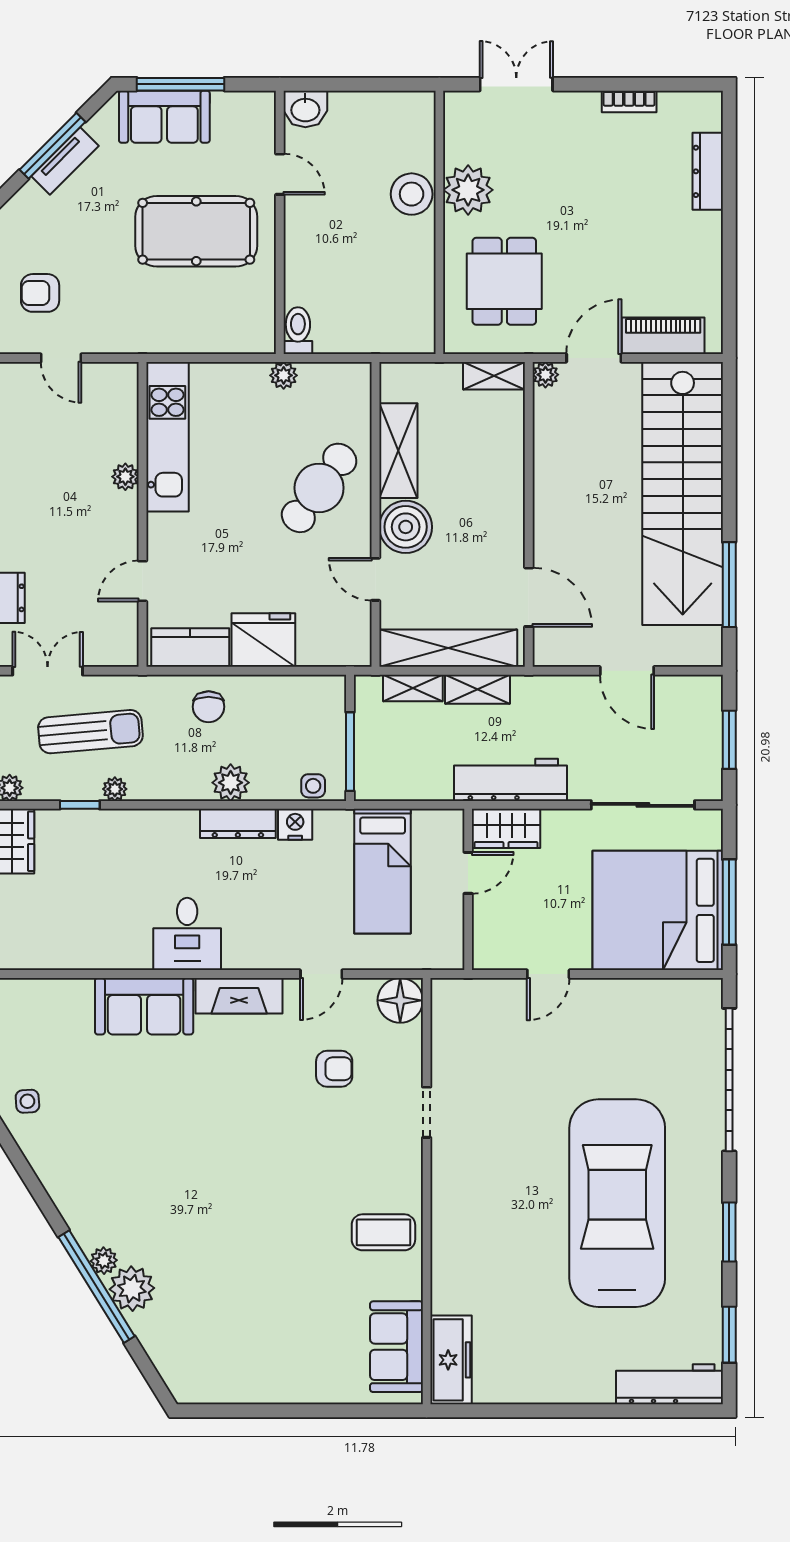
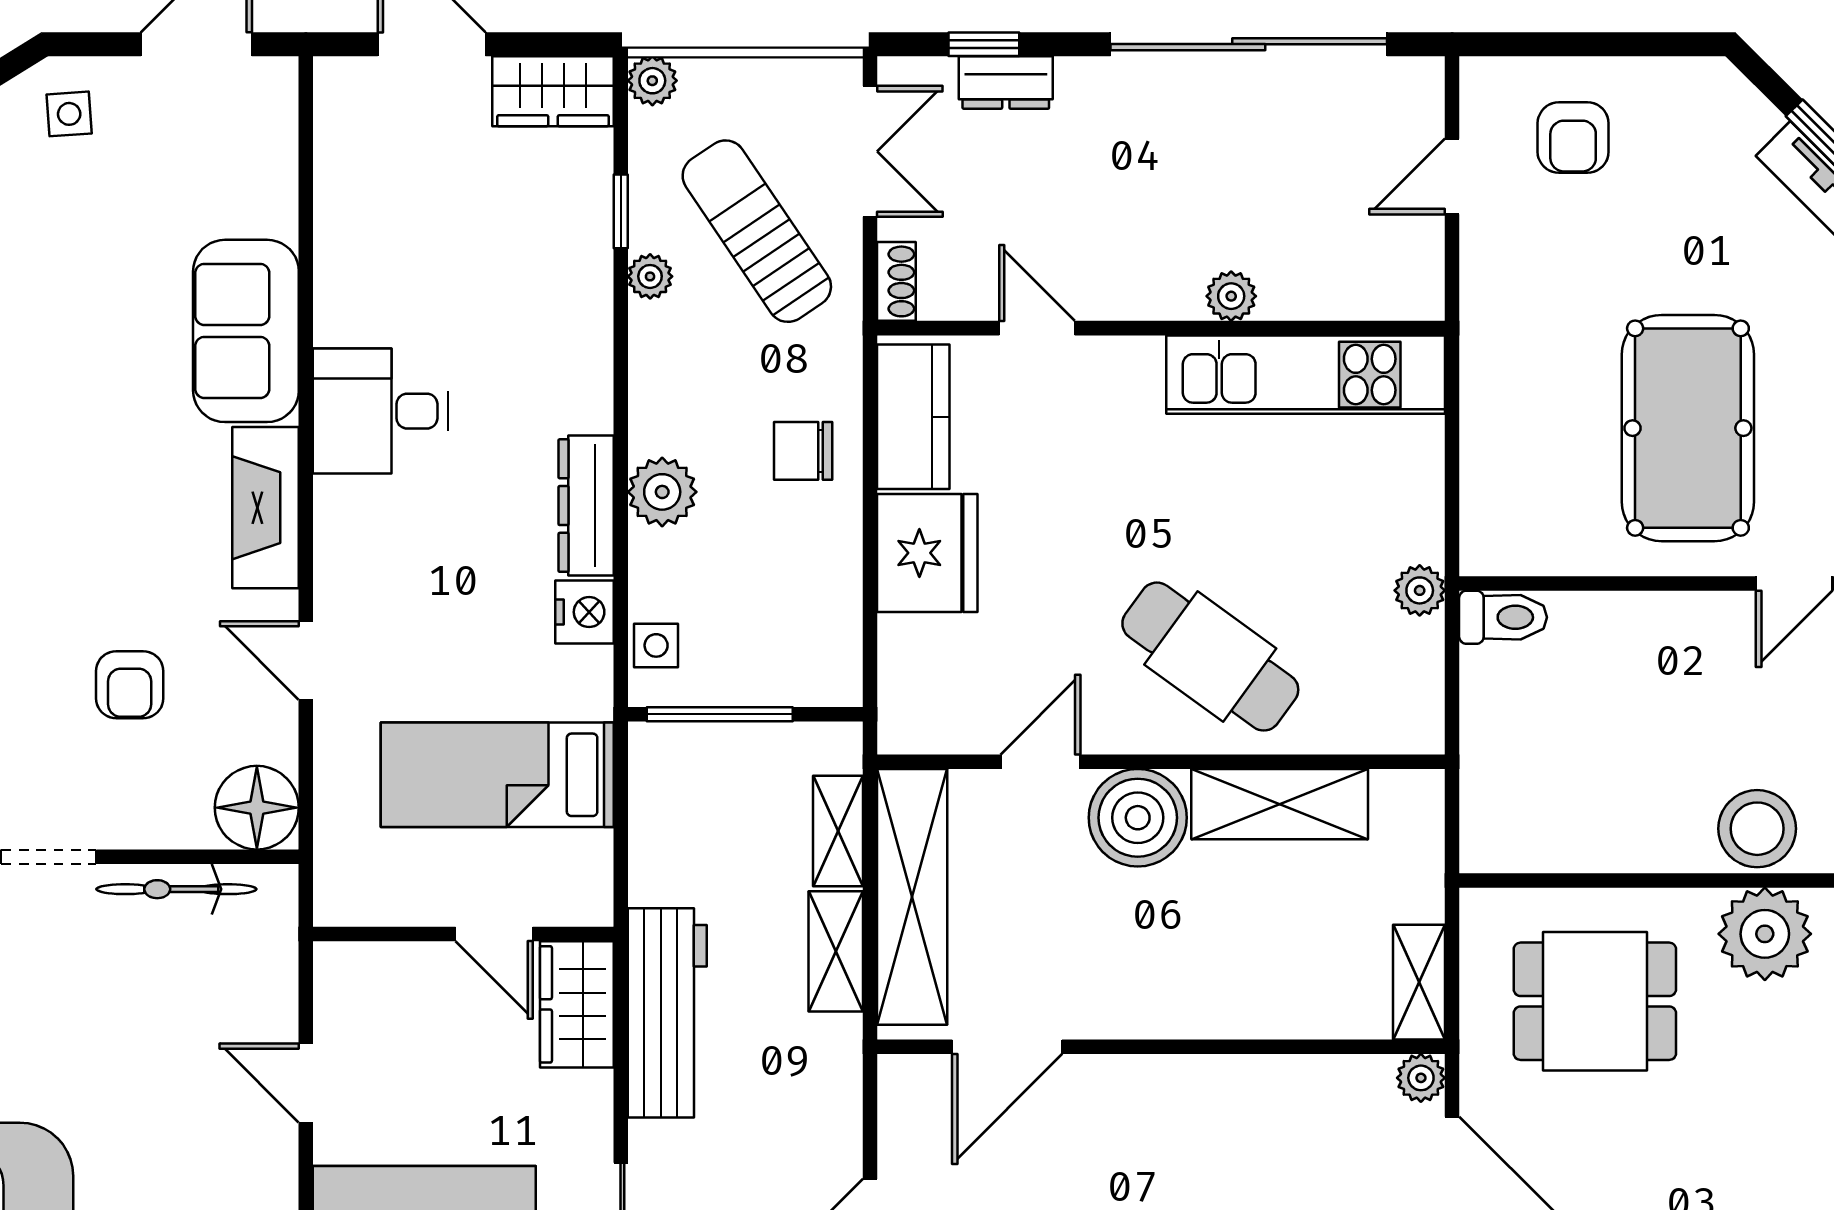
armchair: (40, 293) -> (1573, 138), turned 180
shoe rack: (117, 657) -> (896, 281), added
sun lounger: (90, 732) -> (757, 231), turned 151
bicycle: (444, 1044) -> (176, 889), added

